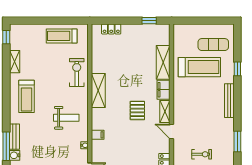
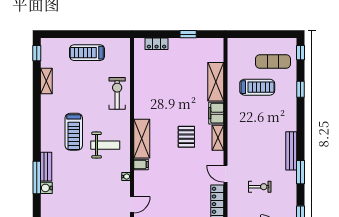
window: (149, 21) -> (188, 34), moved
treadmill: (62, 36) -> (87, 53), moved
window: (237, 37) -> (300, 53), added
treadmill: (199, 67) -> (257, 87), width x0.73, depth x0.73
shelving: (98, 90) -> (142, 139), moved
treadmill: (26, 96) -> (74, 132), moved
bench: (229, 101) -> (291, 151), moved
door: (172, 131) -> (225, 174), moved

